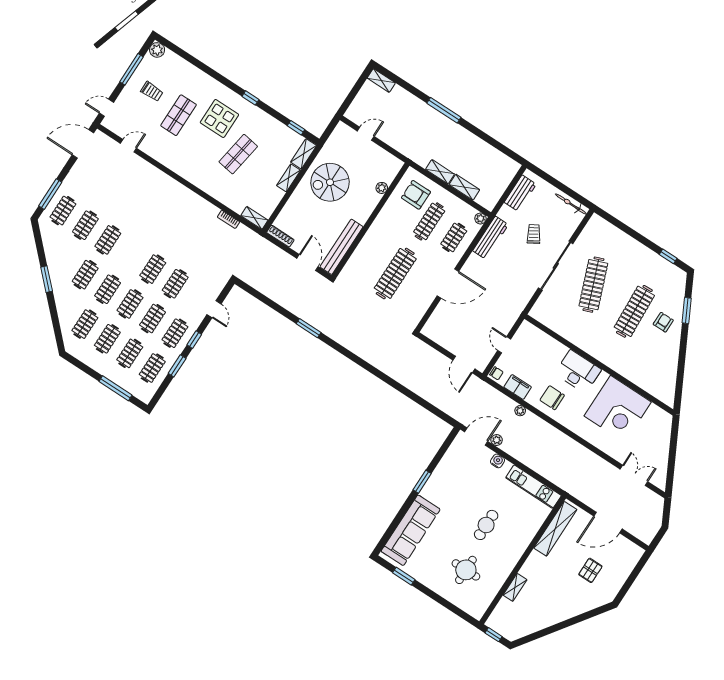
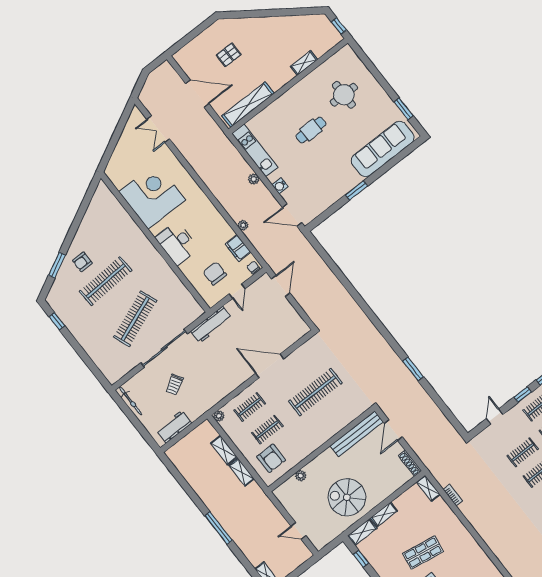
spiral stairs: (330, 182) -> (347, 497), turned 180
clothes rail: (429, 221) -> (267, 430), width x0.73
workbench: (490, 238) -> (211, 325), moved, turned 180
chair: (552, 398) -> (215, 273), moved, turned 180
plant: (497, 440) -> (254, 179), moved

